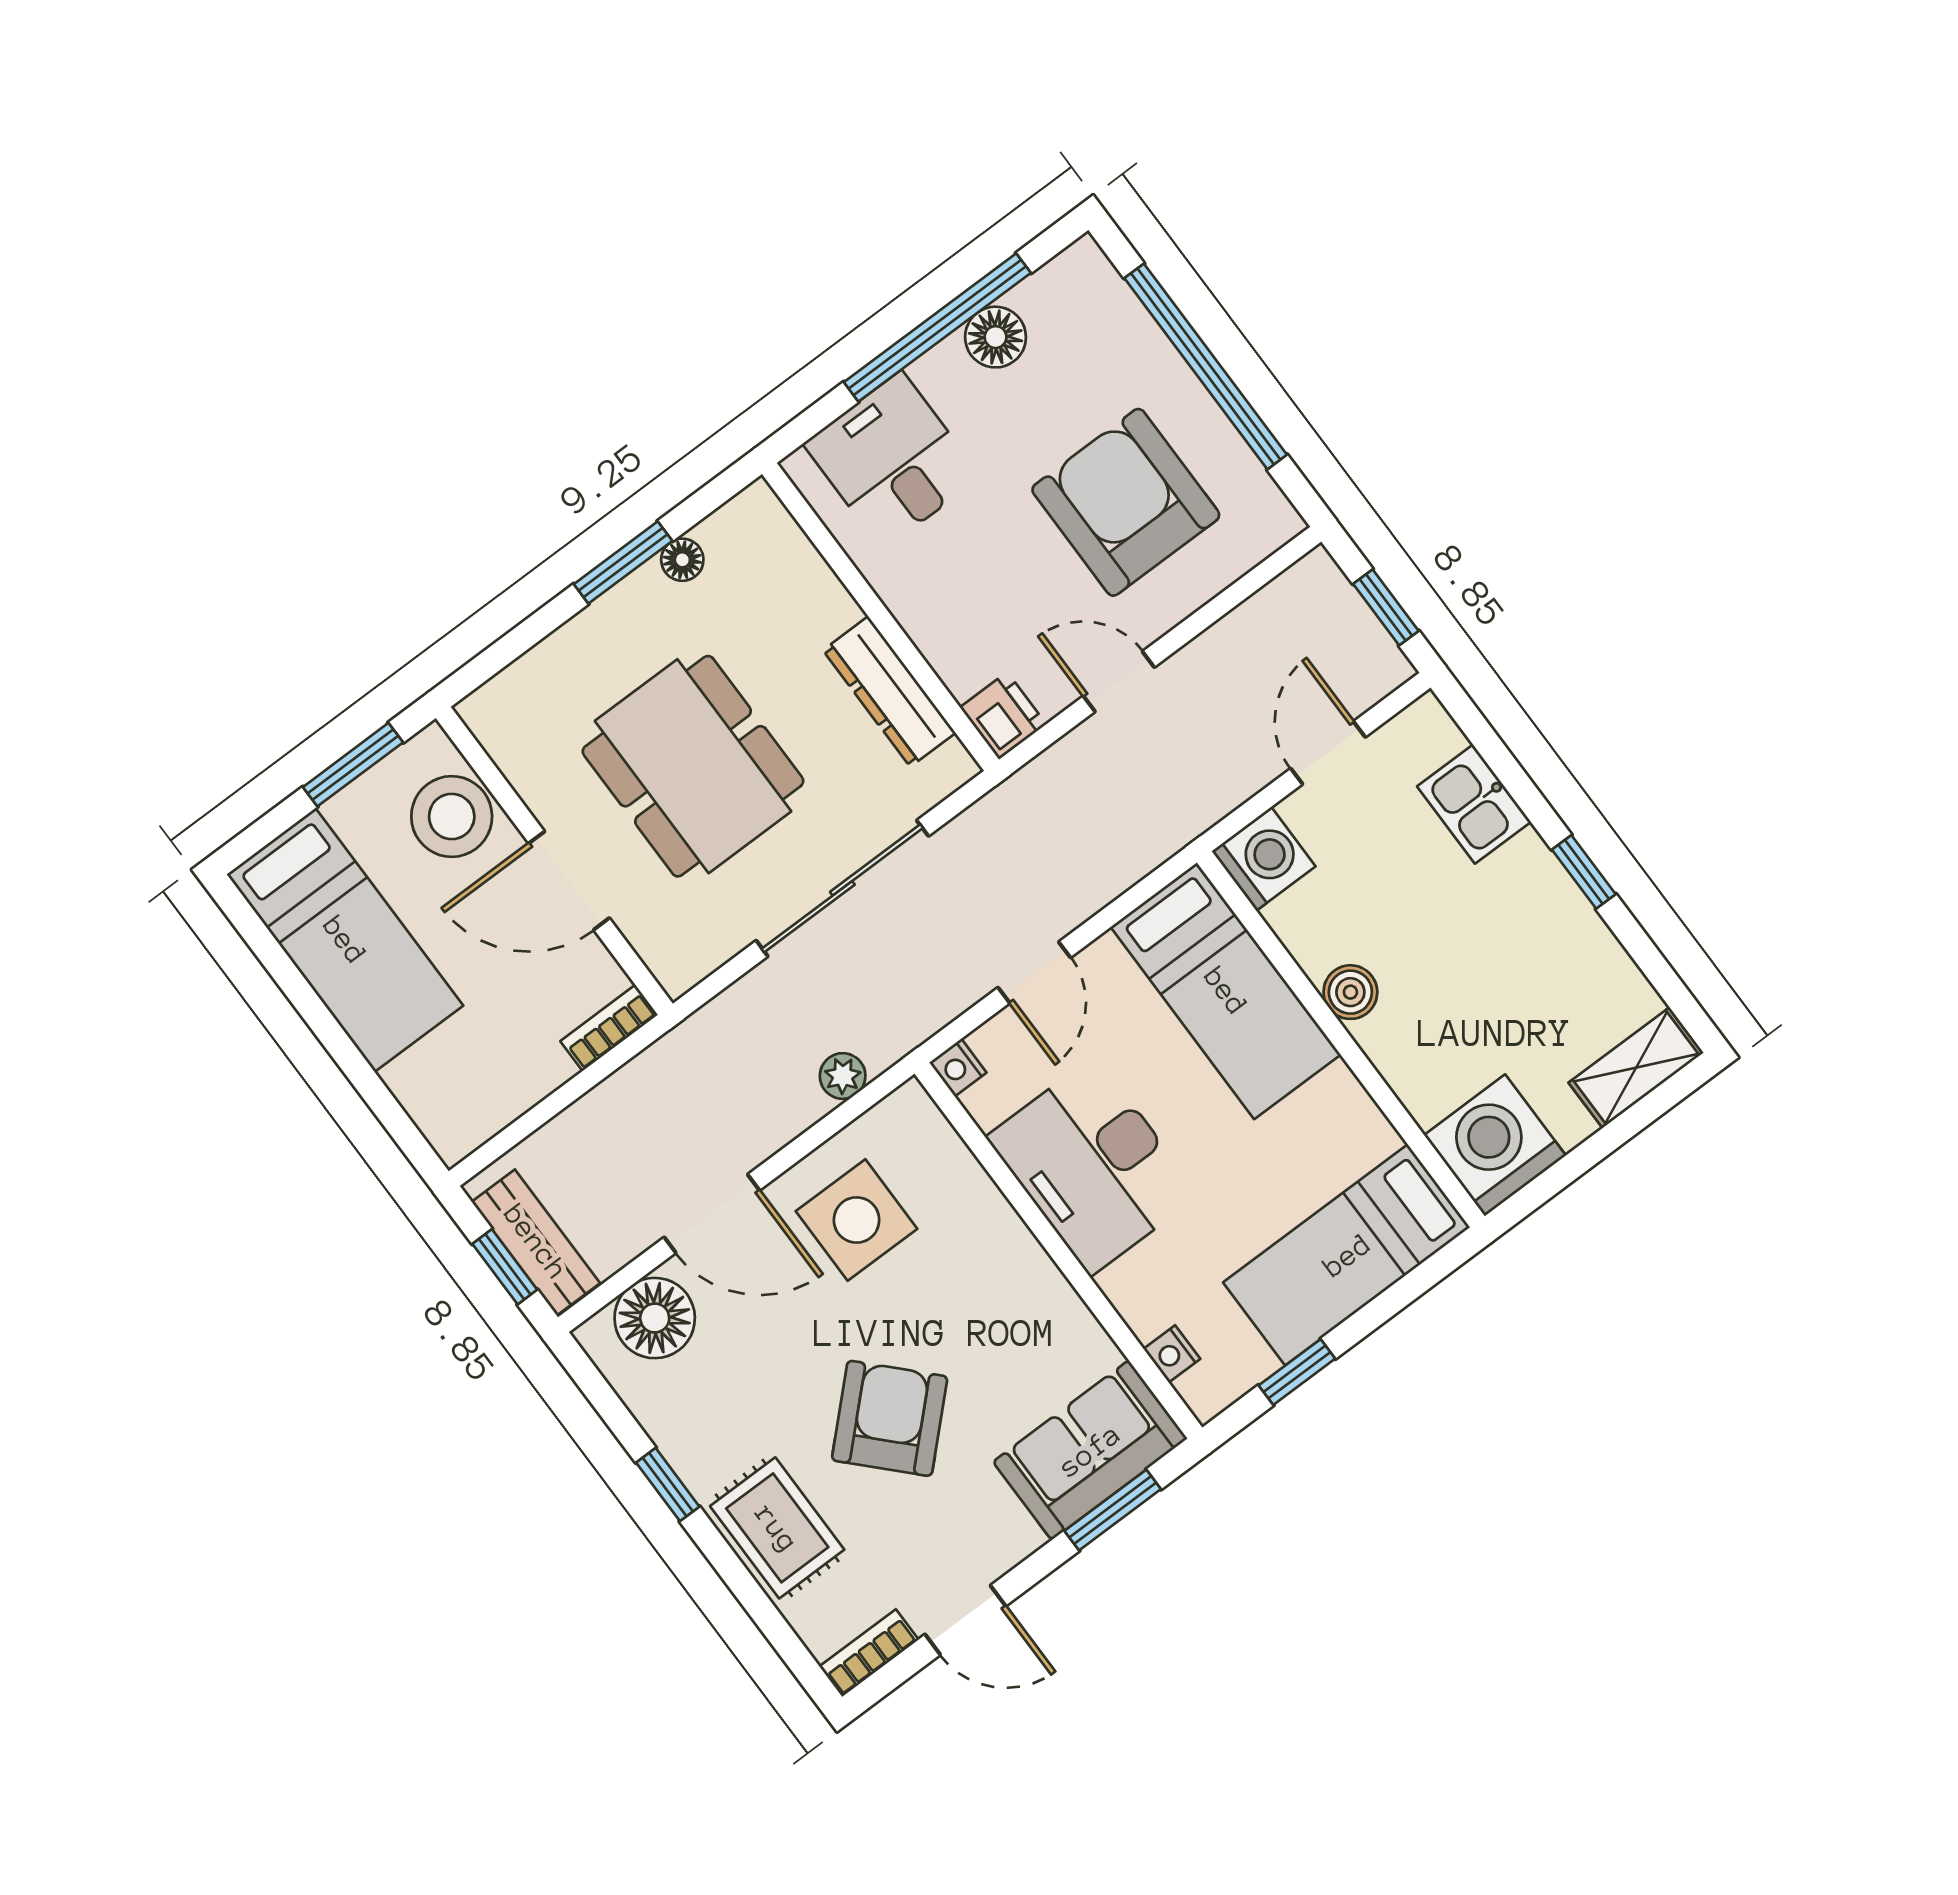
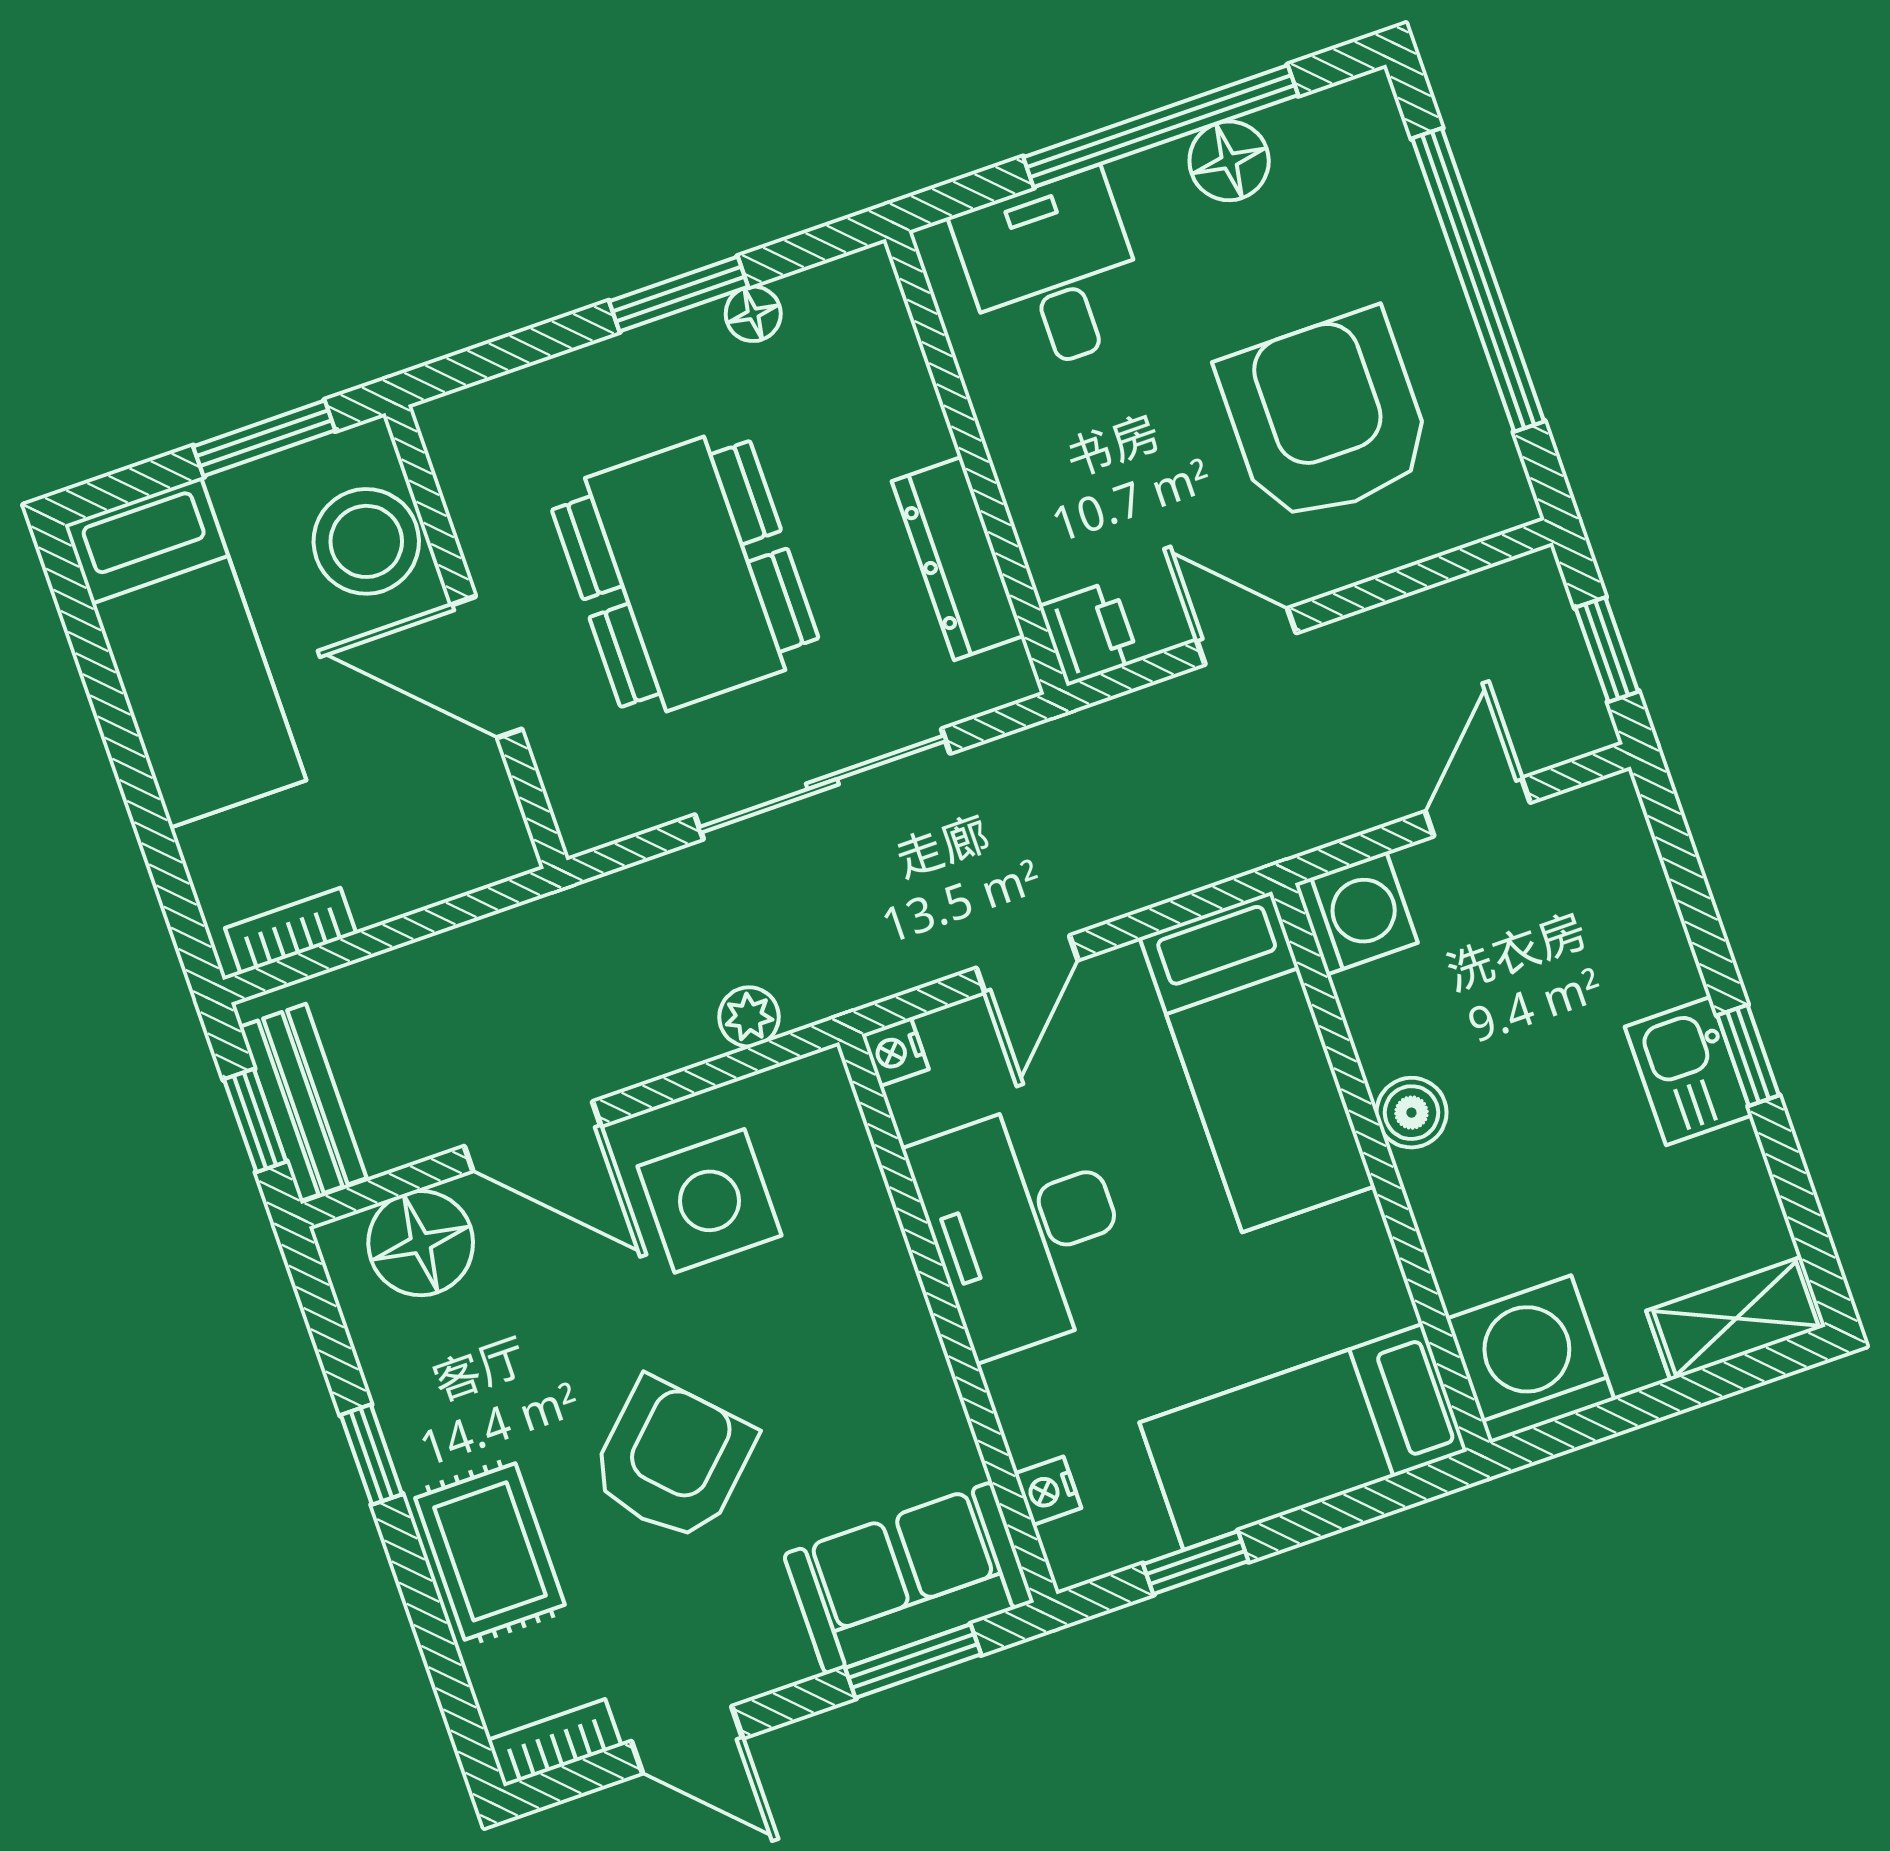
kitchen sink: (1474, 804) -> (1688, 1071), moved
bookcase: (609, 1028) -> (291, 931), moved

